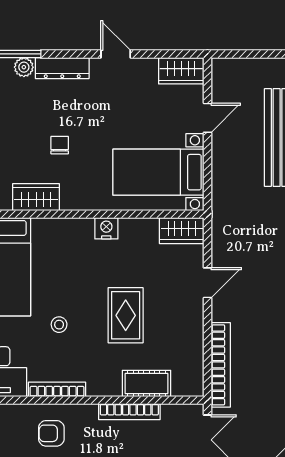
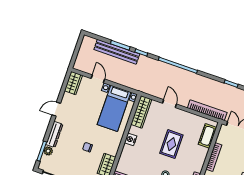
wardrobe: (182, 231) -> (141, 112), width x1.50
rug: (126, 315) -> (171, 144), turned 90
cot: (147, 383) -> (207, 136), moved

